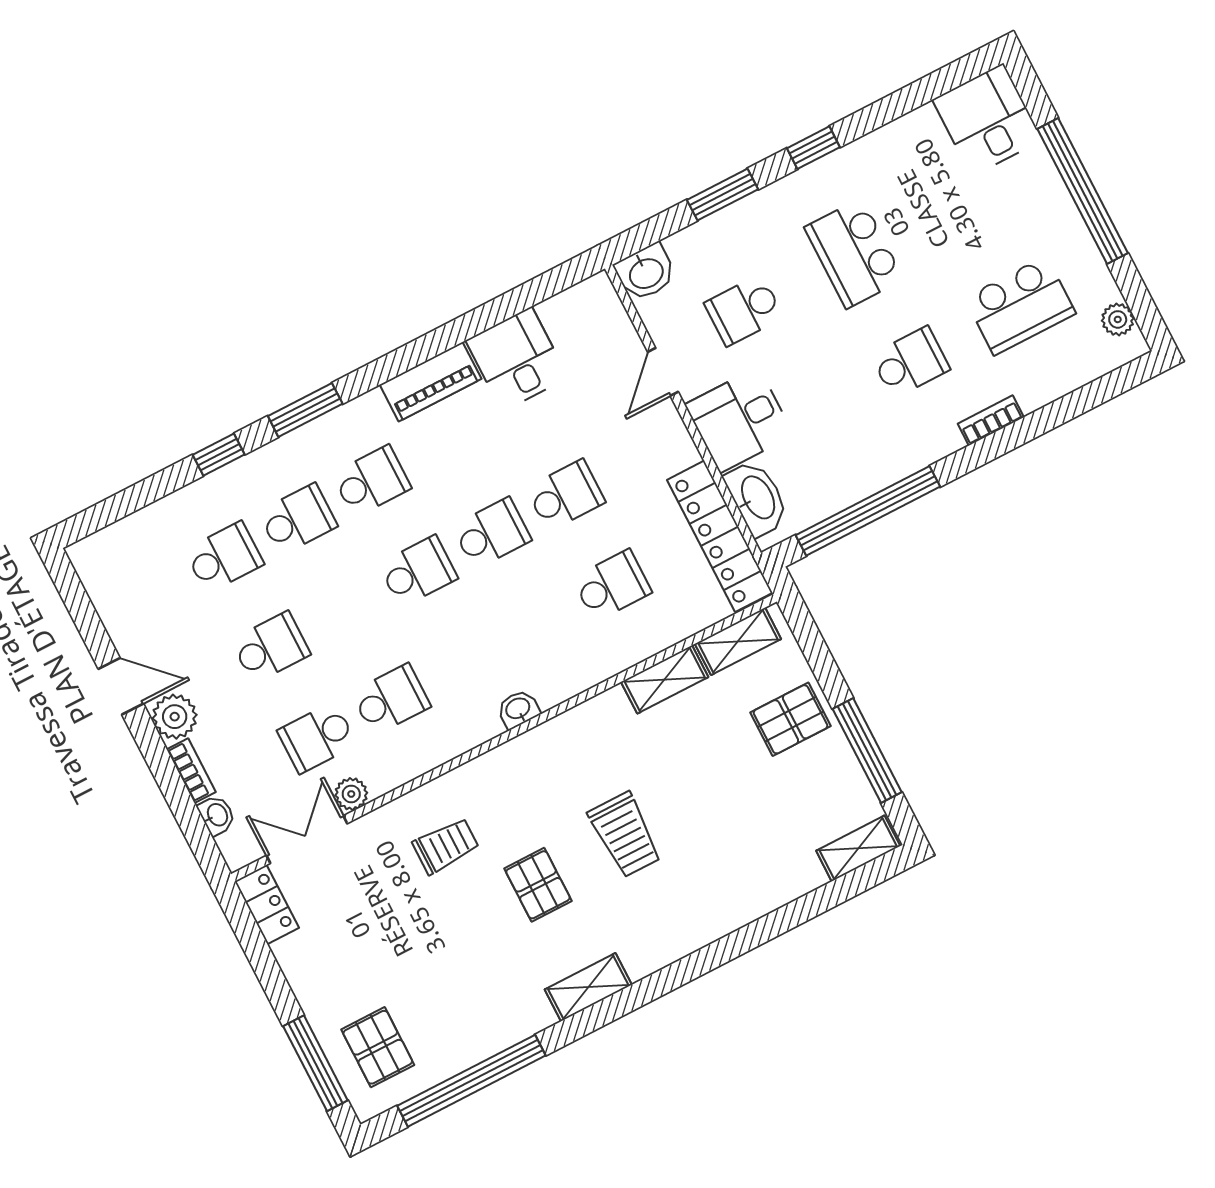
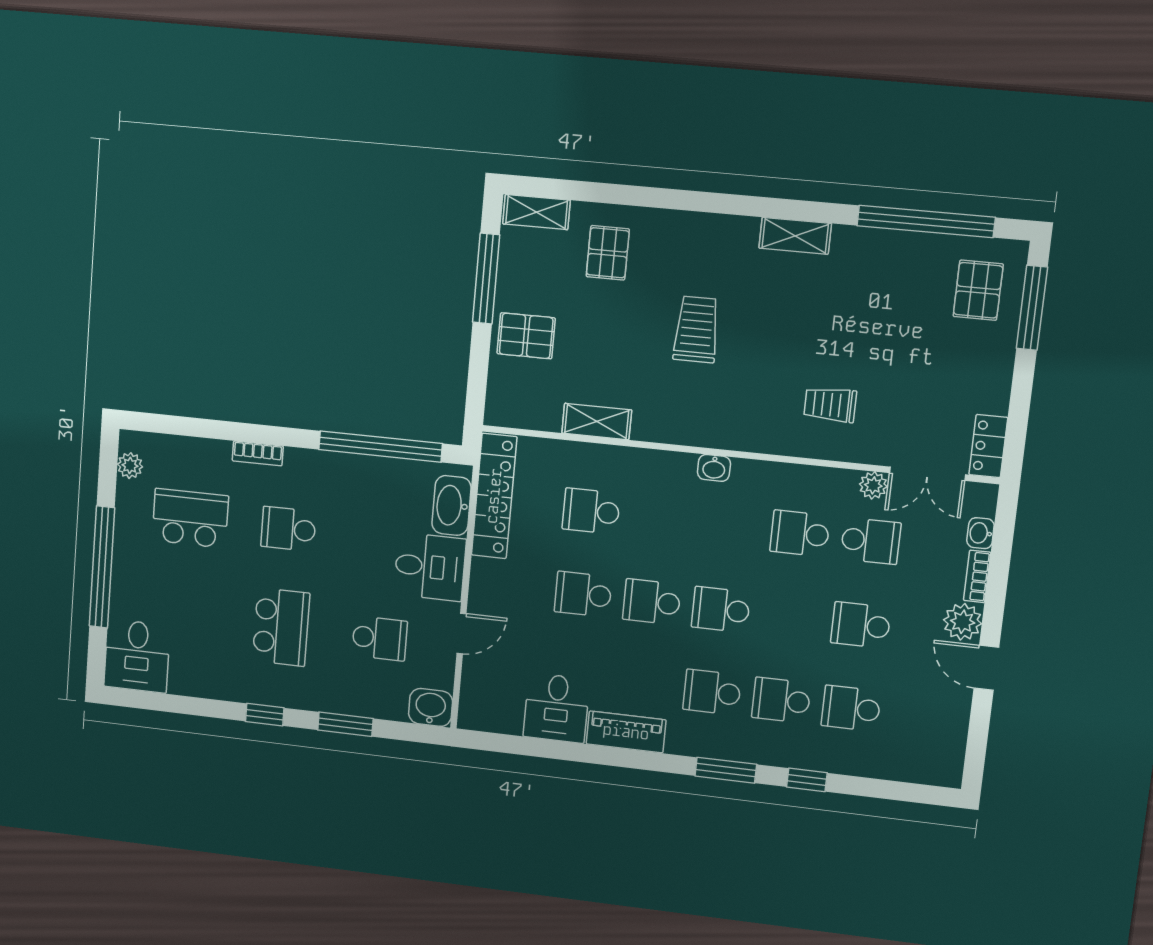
shelving: (738, 641) -> (528, 415), removed
pallet: (538, 885) -> (608, 253), moved

